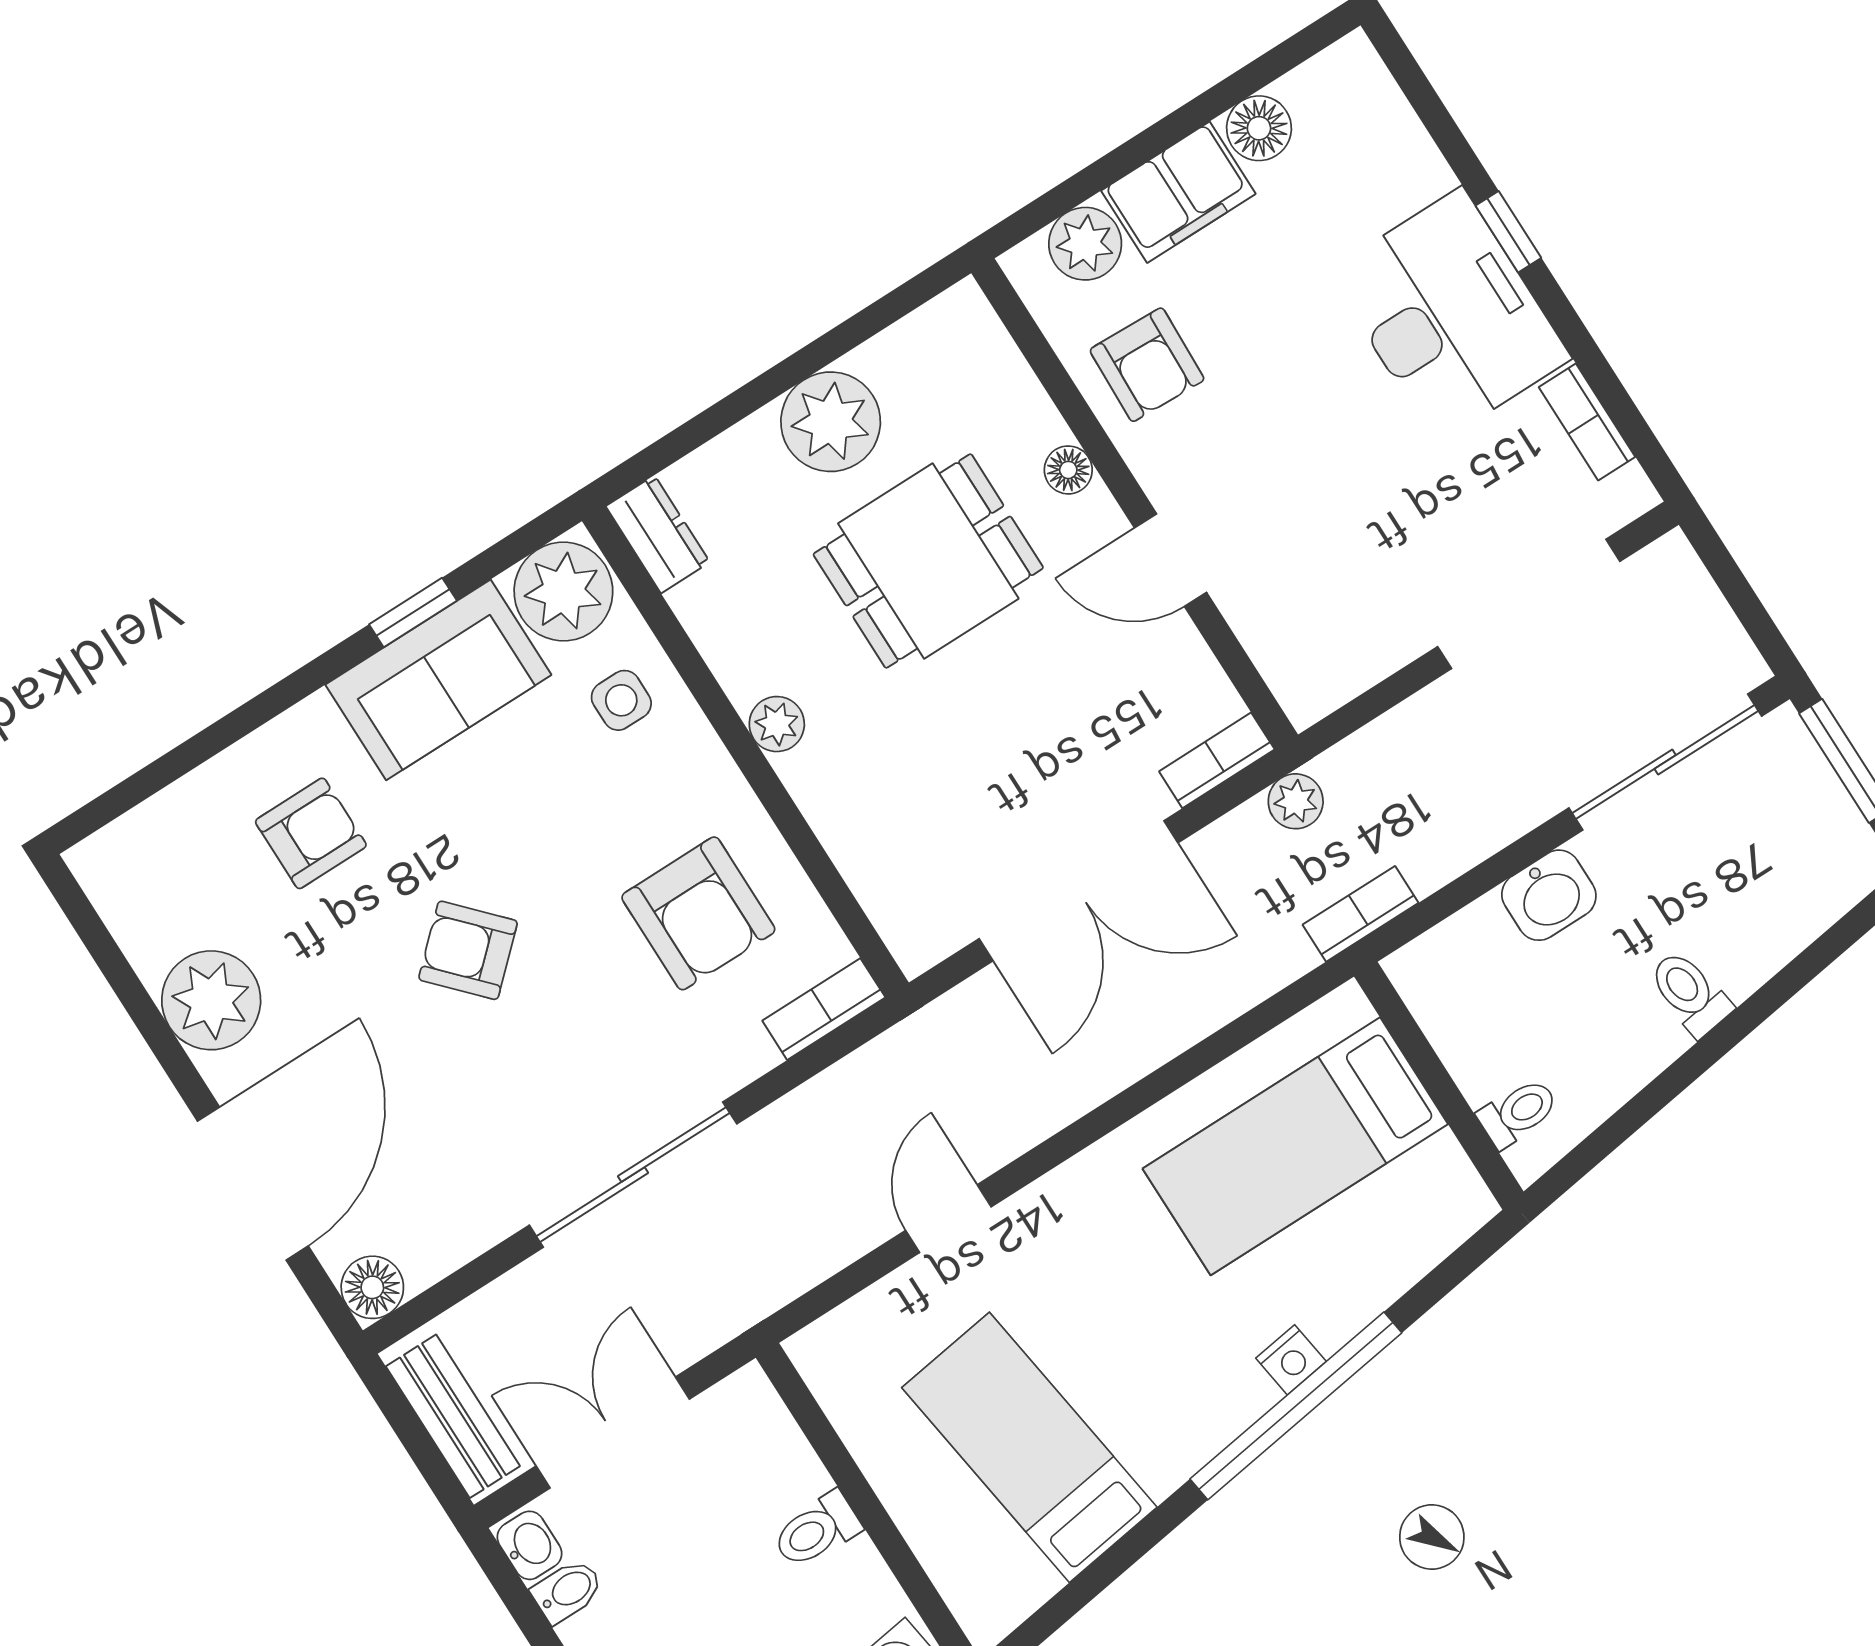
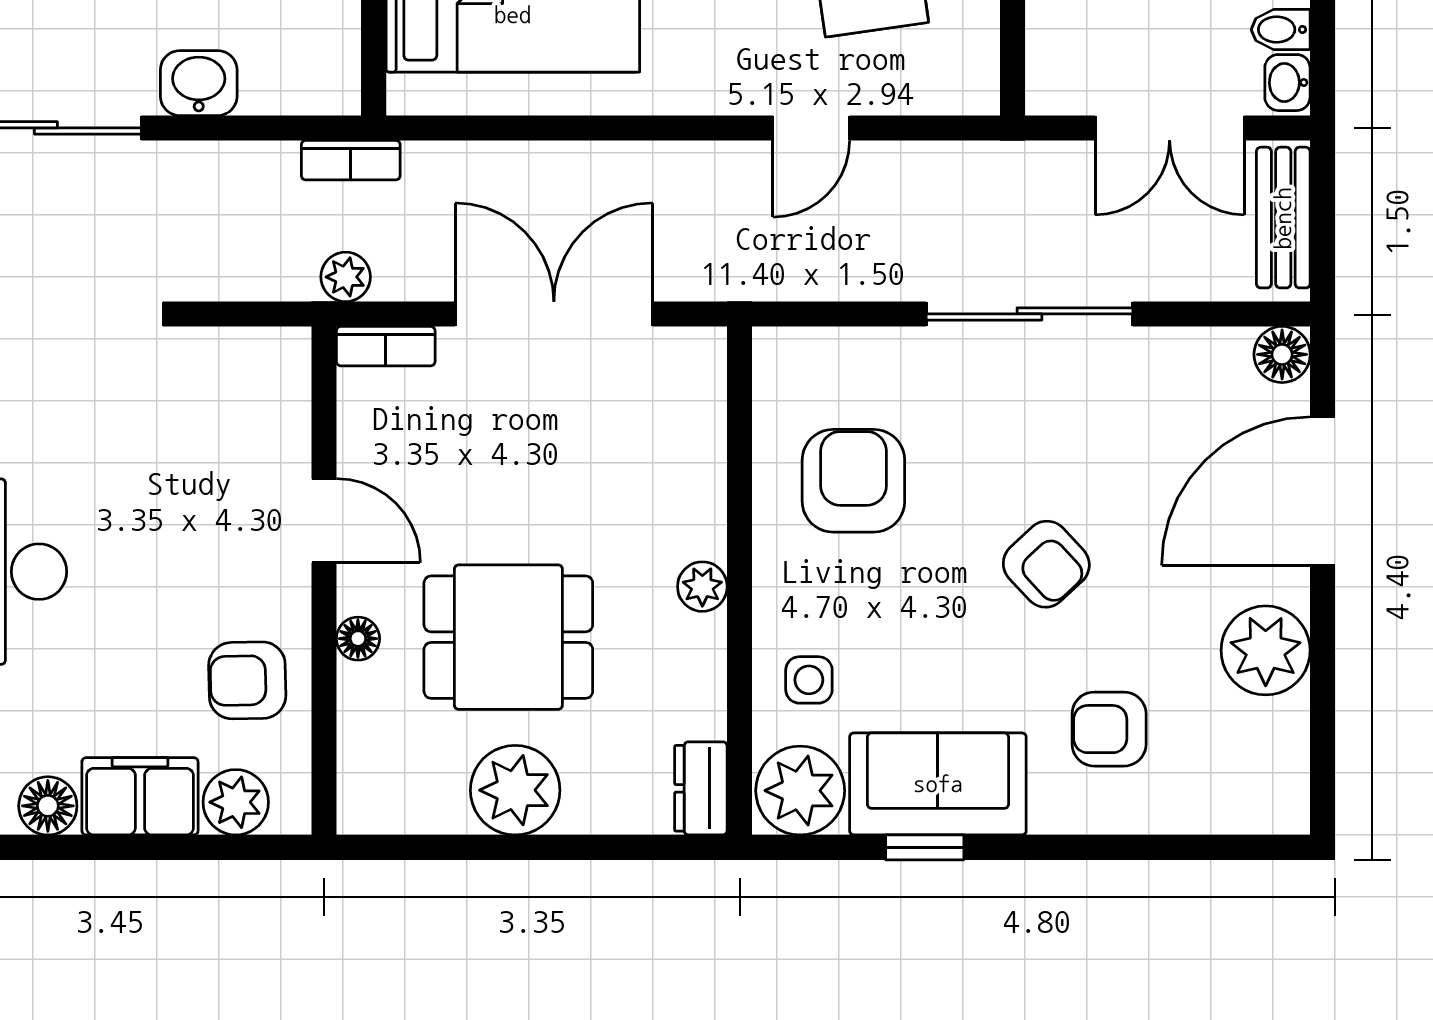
armchair: (1147, 365) -> (247, 680), turned -93
bookcase: (824, 1009) -> (804, 347), removed

